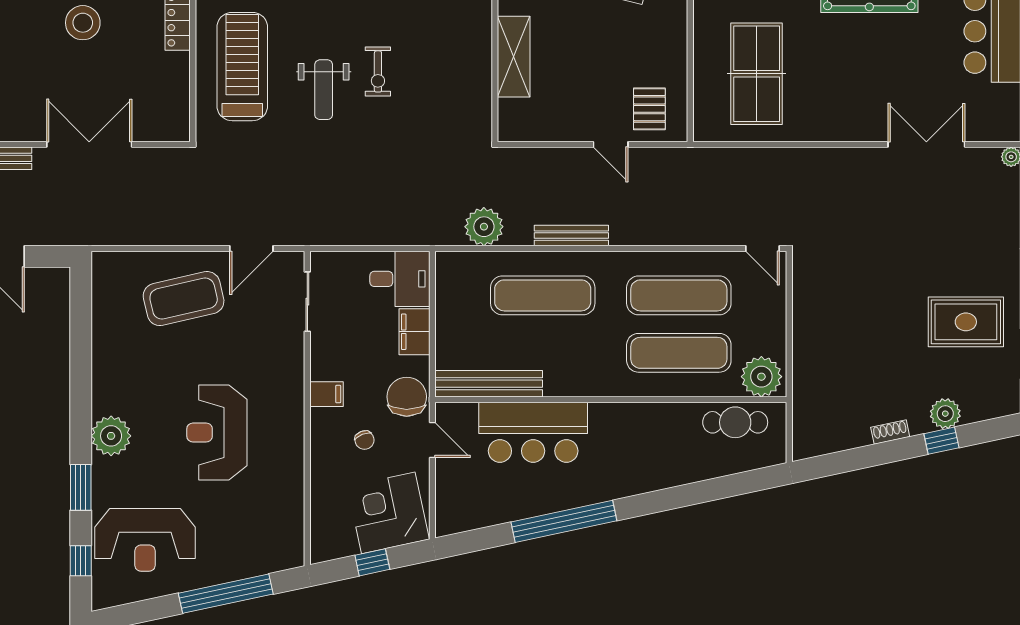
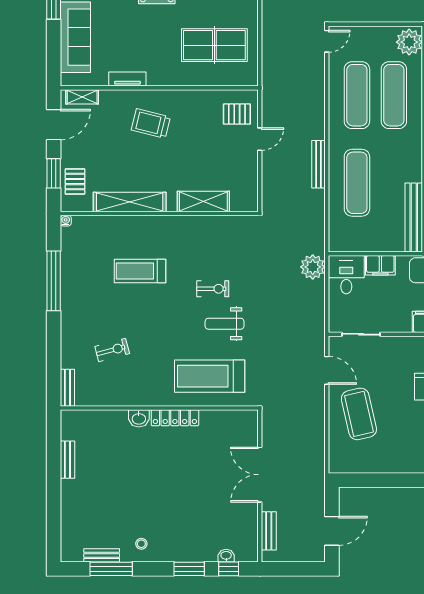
stool: (83, 23) -> (181, 479), removed
weight bench: (324, 90) -> (225, 324), turned 180
plant: (484, 227) -> (313, 267), moved

